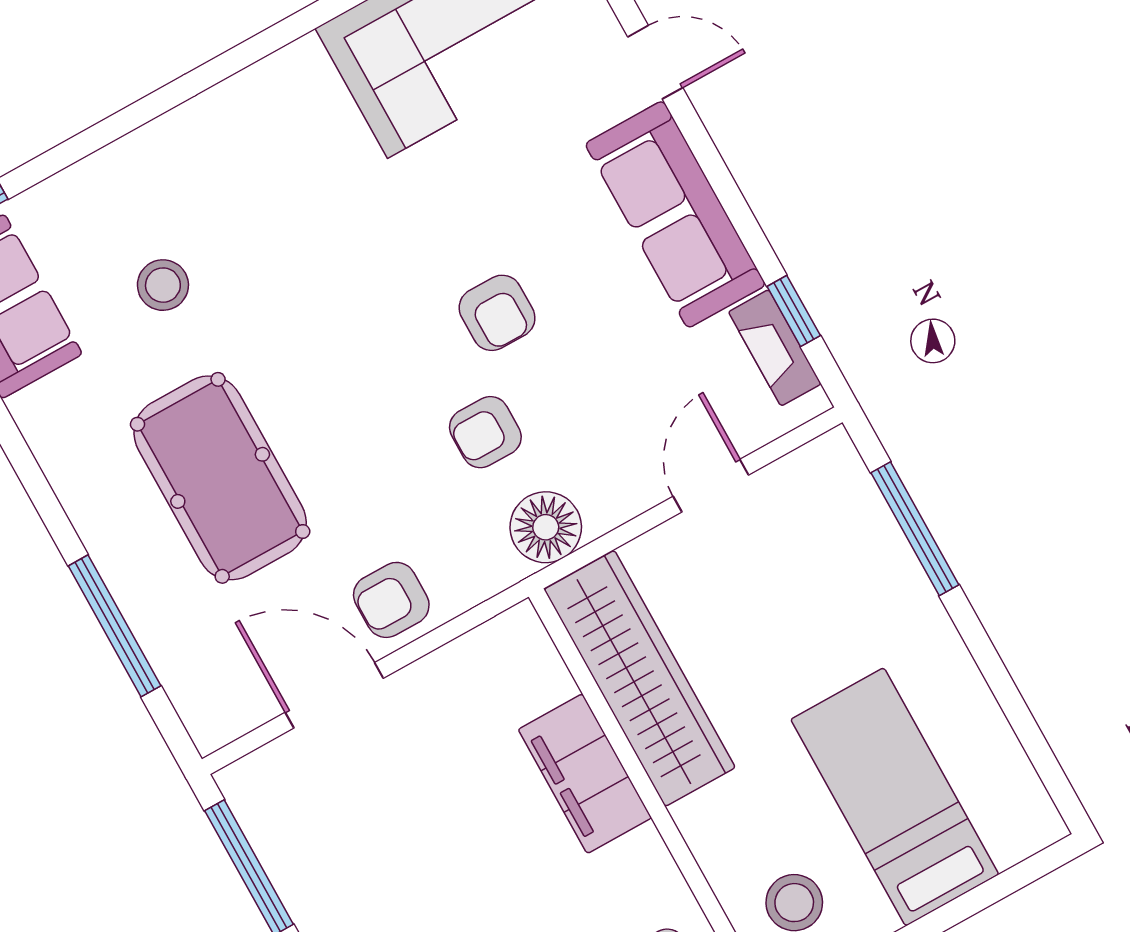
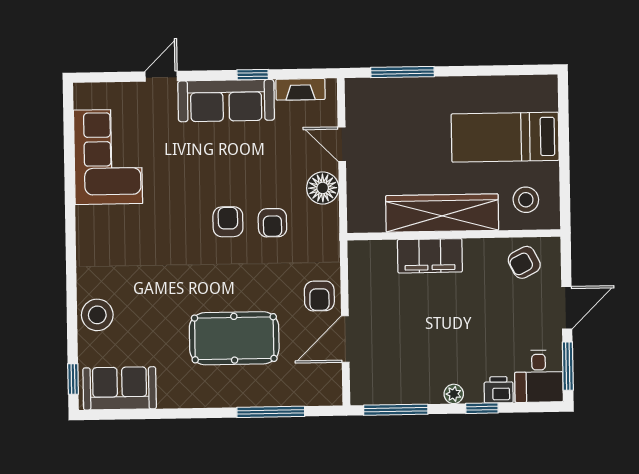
stool: (163, 285) -> (97, 315), moved, width x1.38, depth x1.38
window: (794, 311) -> (253, 75), moved
armchair: (497, 313) -> (228, 222), moved, turned -90
floor lamp: (546, 527) -> (323, 188), moved
wardrobe: (640, 678) -> (442, 213), moved

